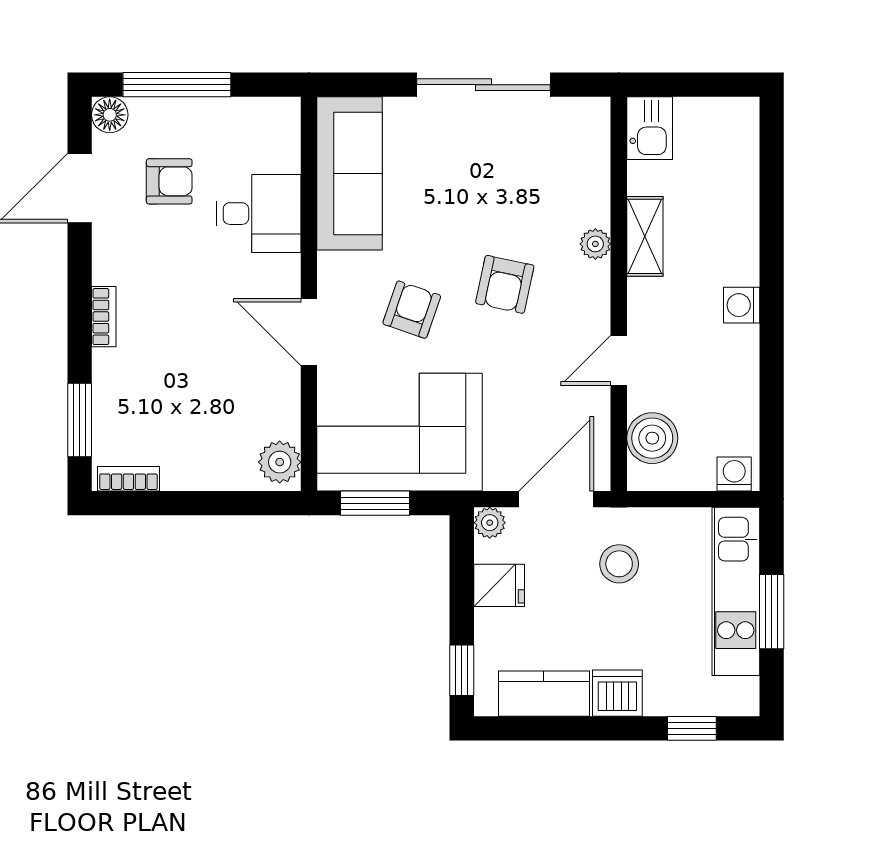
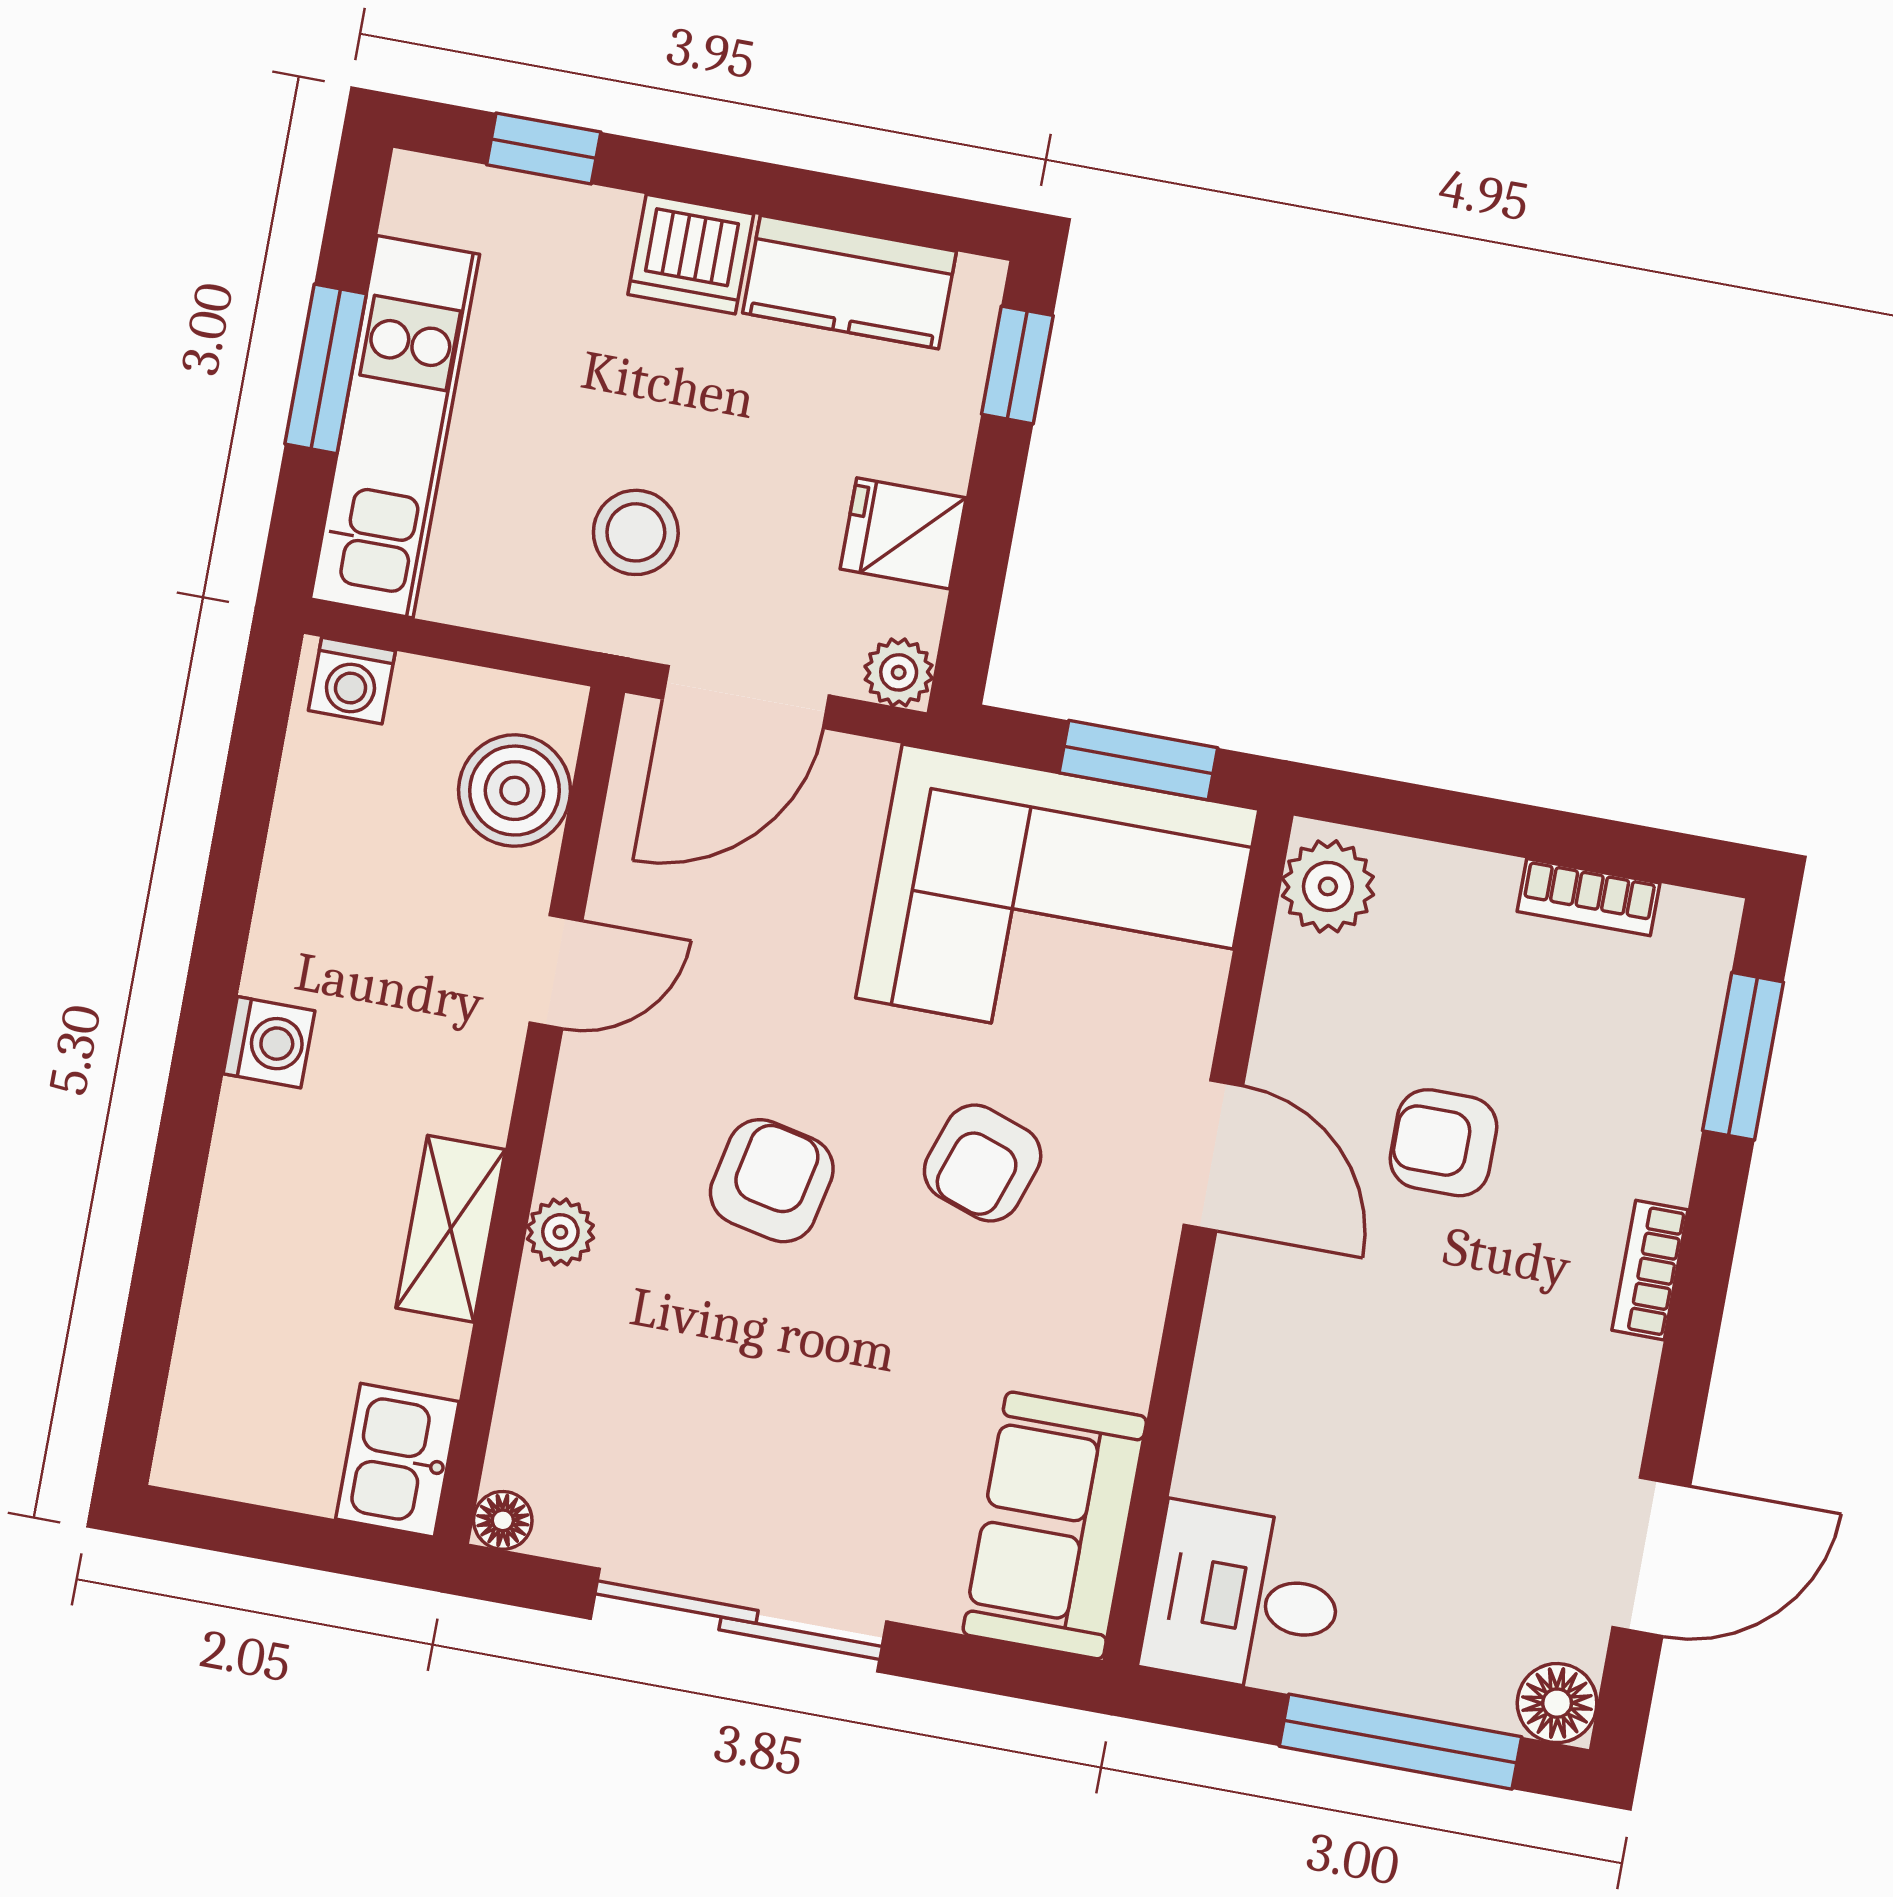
floor lamp: (597, 110) -> (503, 1520), added
sofa: (350, 173) -> (1055, 1525), width x0.73
armchair: (169, 181) -> (1443, 1143), moved
desk: (259, 214) -> (1244, 1599), moved
bookcase: (128, 479) -> (1589, 897), moved

